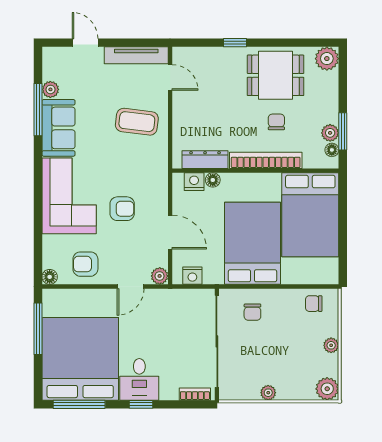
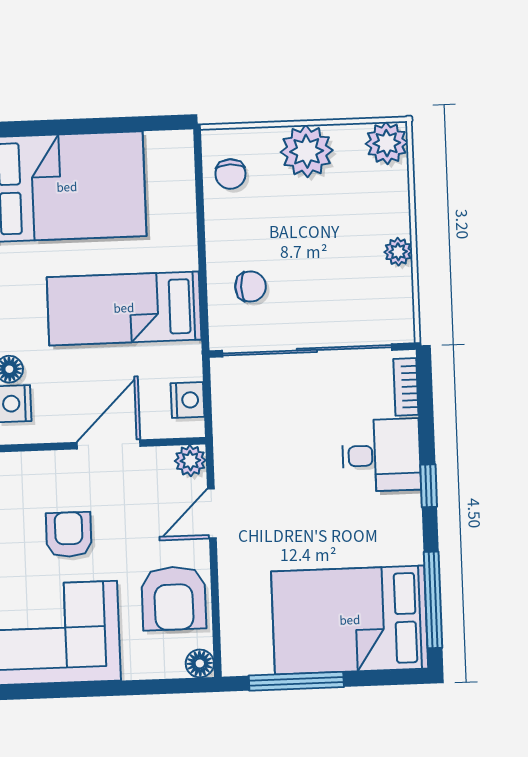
bed: (253, 243) -> (124, 308), width x0.67
armchair: (85, 264) -> (174, 598), width x1.38, depth x1.38
door: (130, 286) -> (212, 514), swing flipped
plant: (331, 345) -> (307, 151), width x1.87, depth x1.87
bed: (80, 359) -> (350, 620), width x0.73
desk: (139, 379) -> (381, 455), moved

